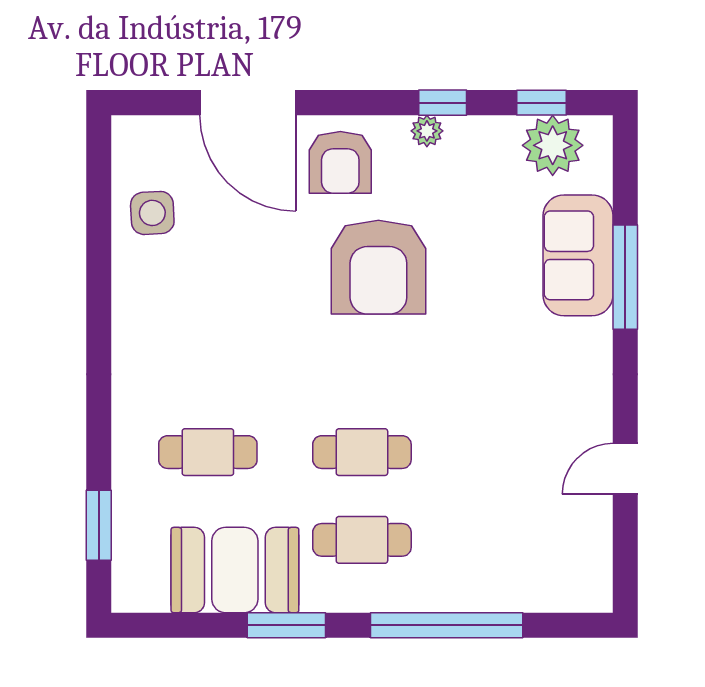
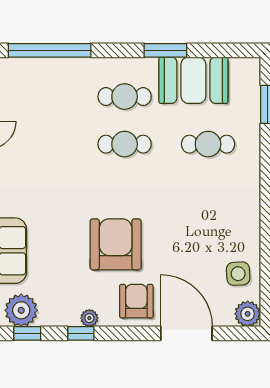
plant: (135, 139) -> (248, 314), added
window: (447, 625) -> (50, 50), moved

